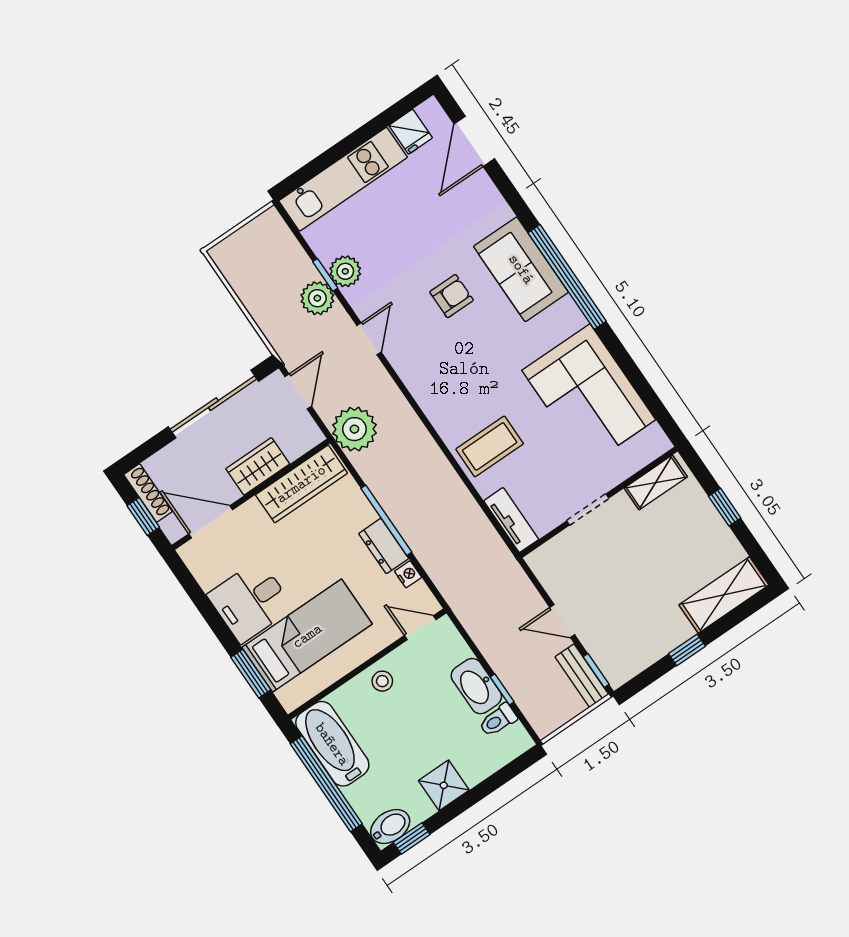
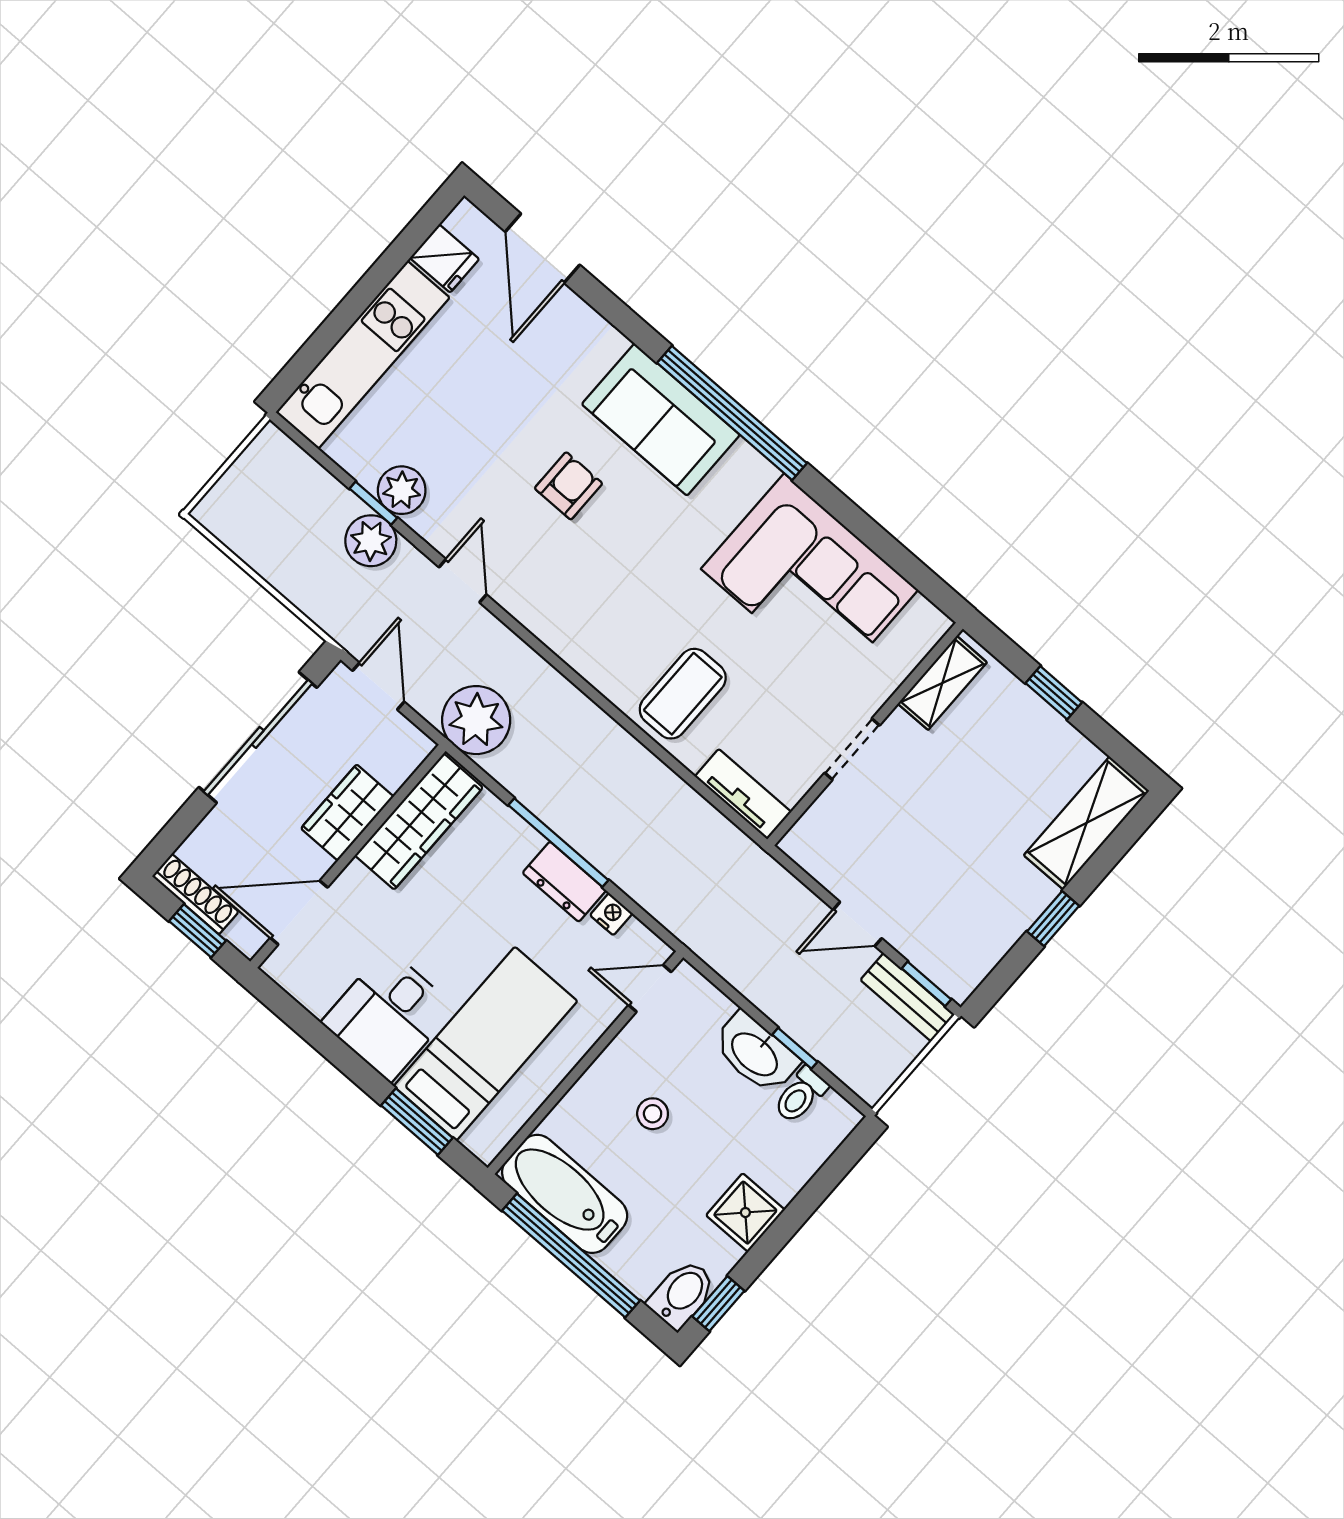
stool: (382, 681) -> (653, 1114), moved

